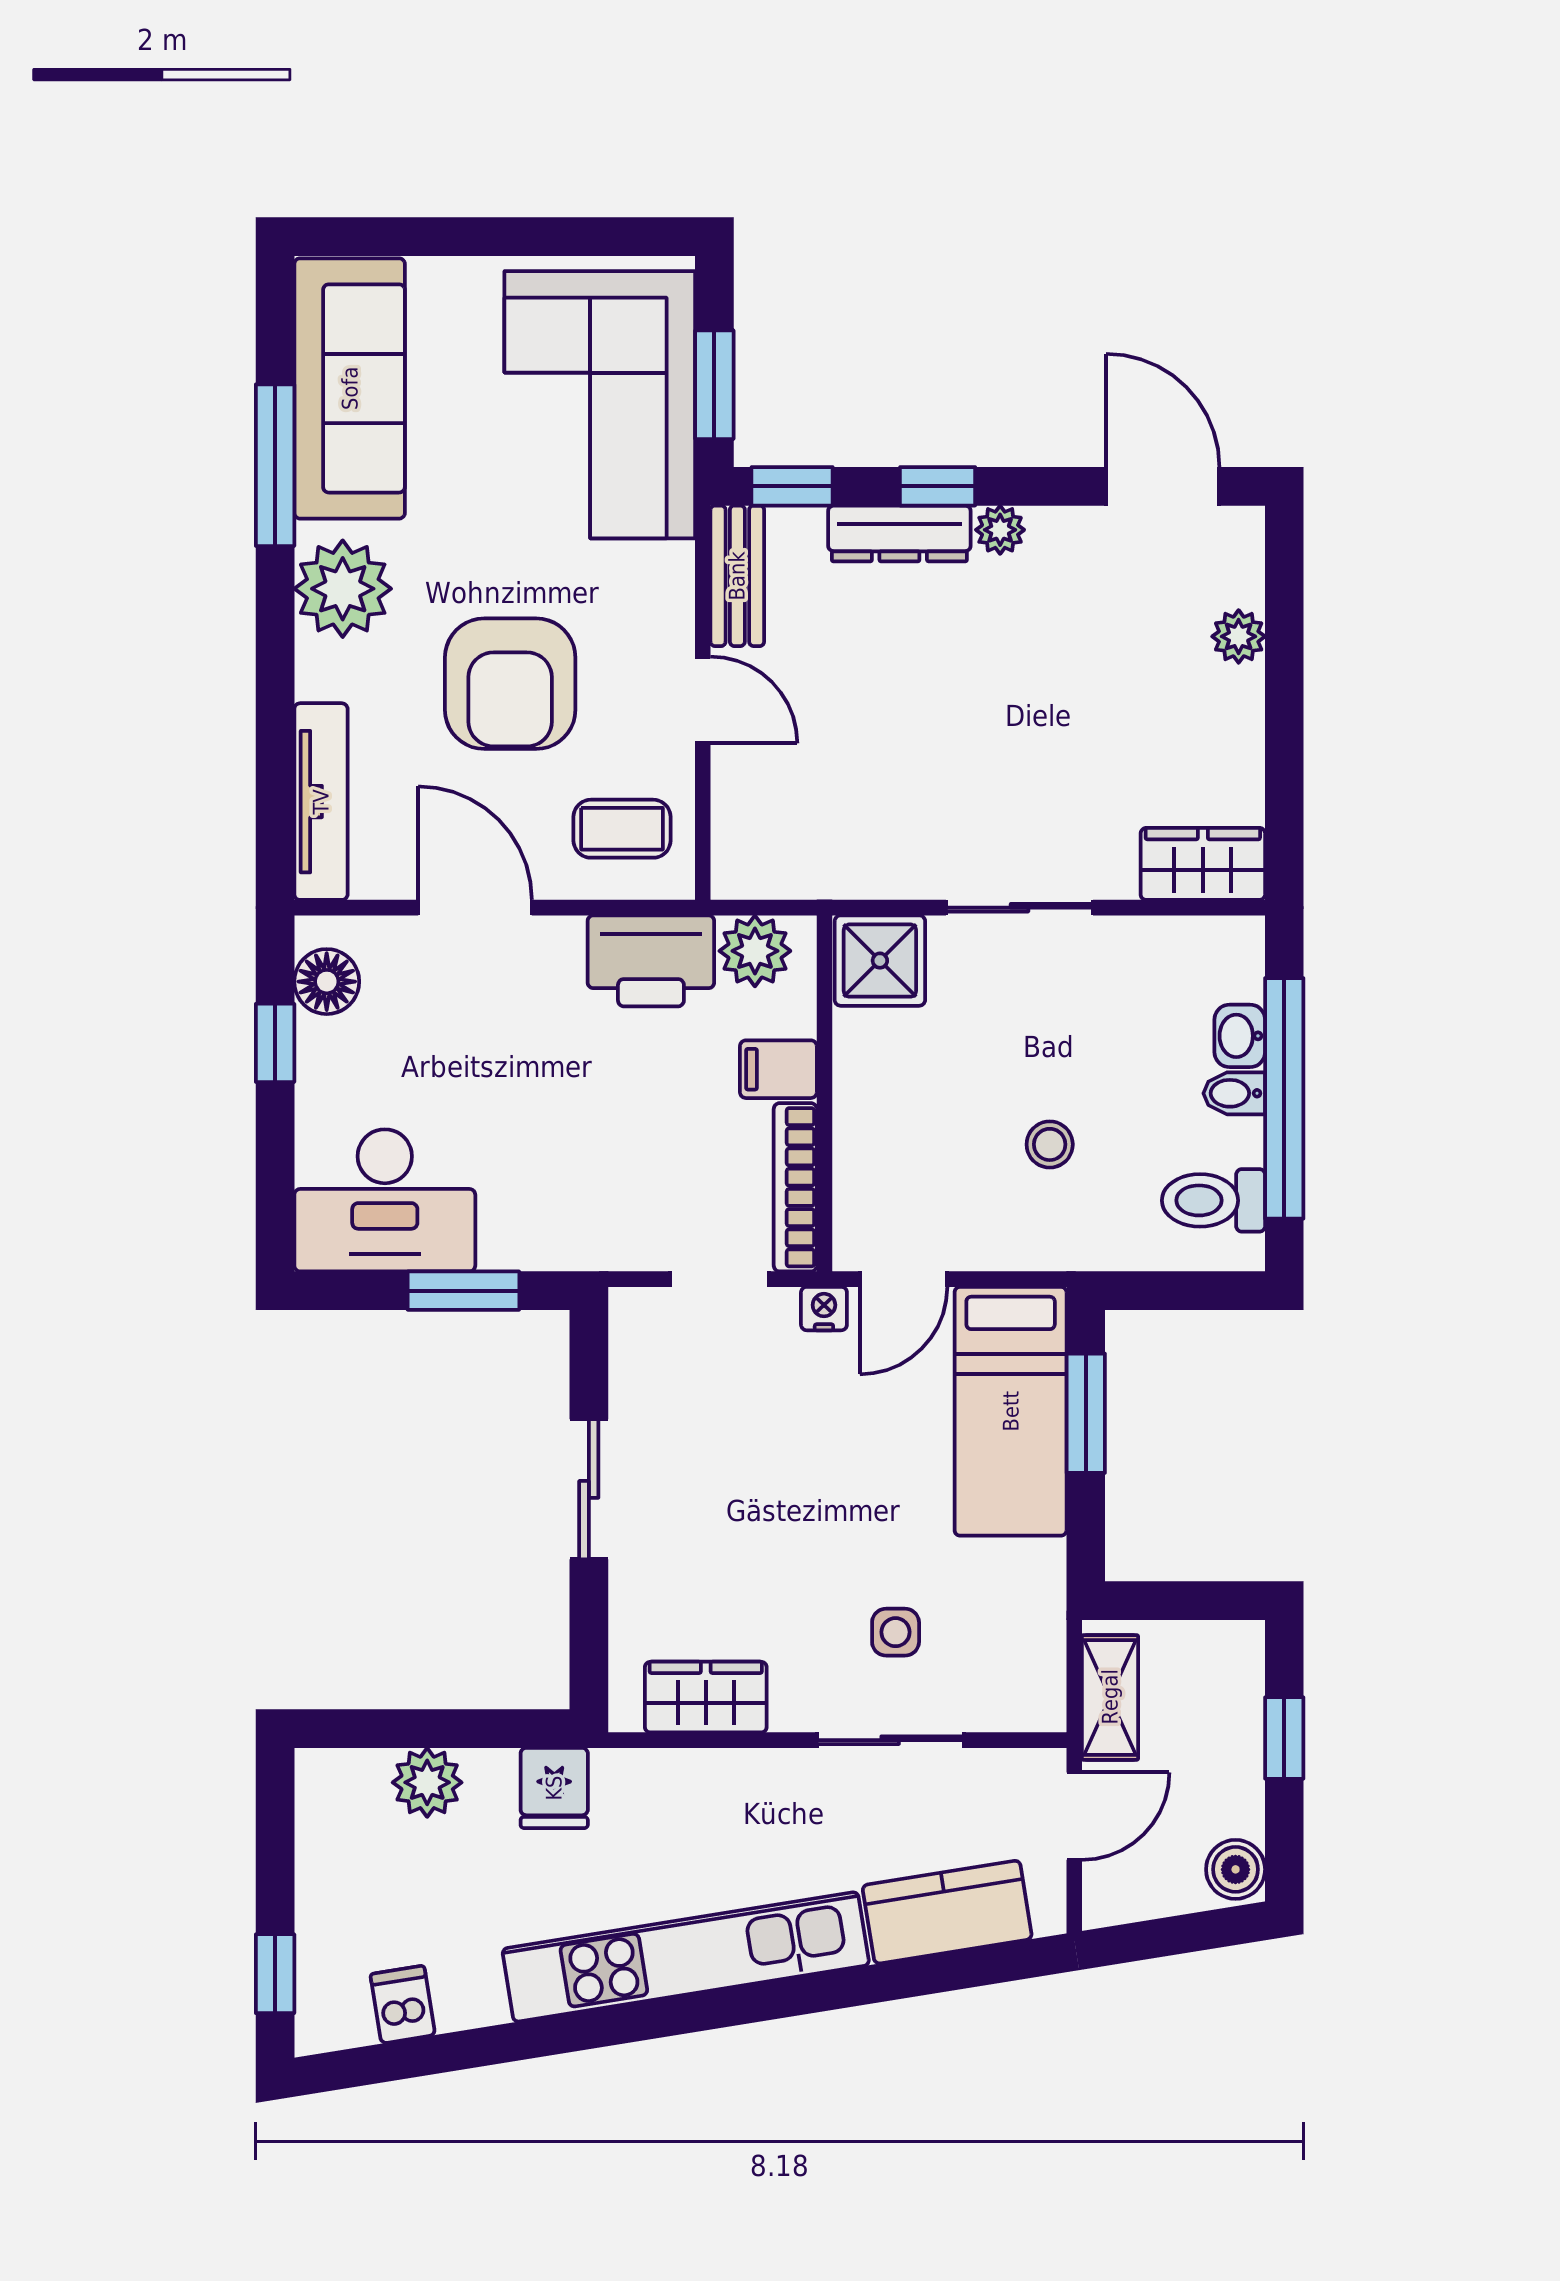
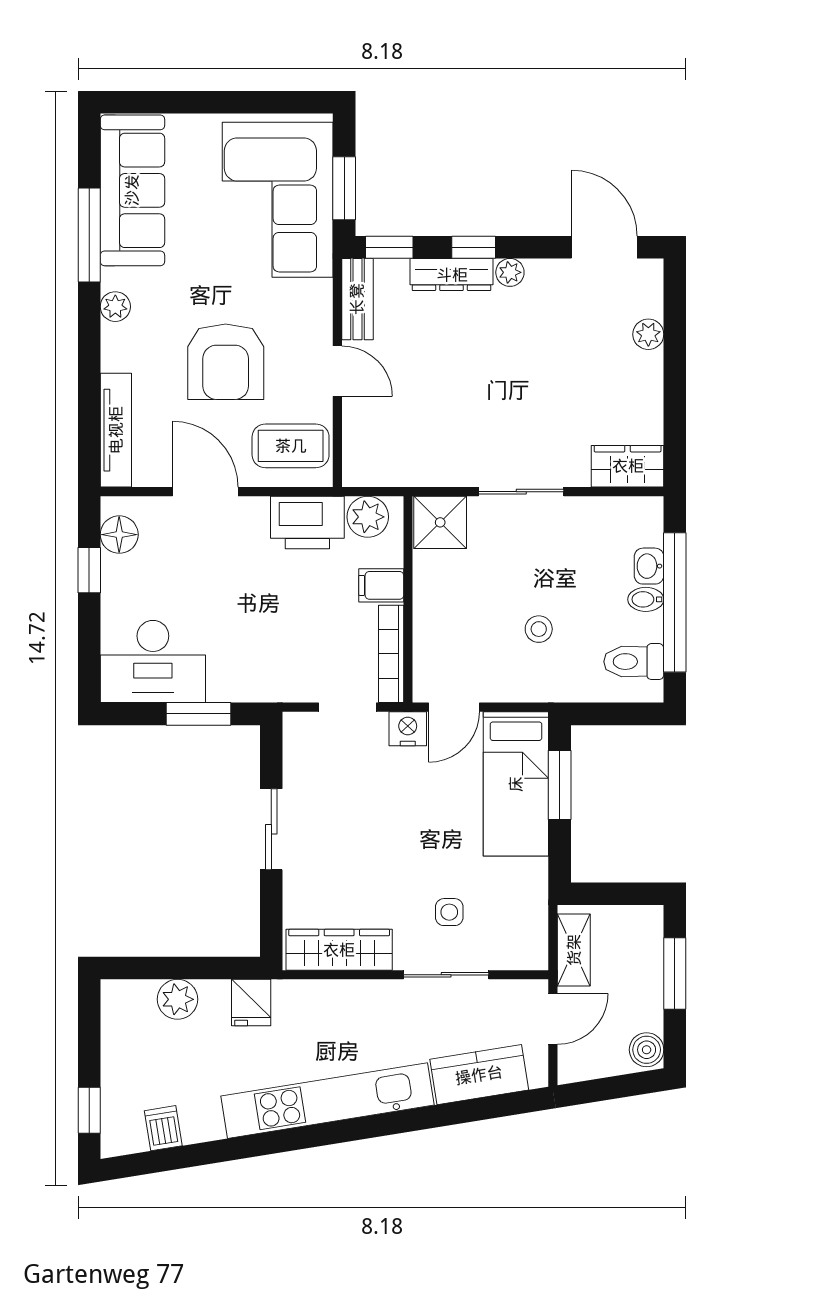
plant: (343, 589) -> (115, 307), width x0.53, depth x0.53
coffee table: (622, 829) -> (291, 446), width x1.36, depth x1.30
nightstand: (824, 1309) -> (408, 729), width x1.39, depth x1.35
wardrobe: (706, 1697) -> (339, 950), width x1.50
window: (1284, 1738) -> (675, 973), width x1.50

